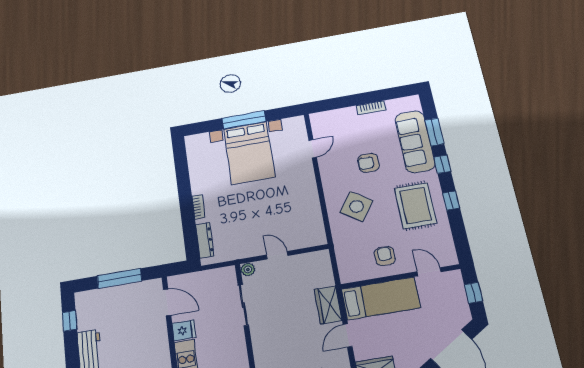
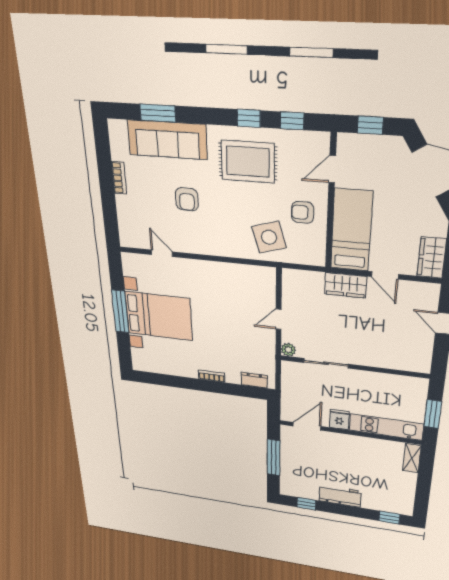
window: (442, 164) -> (292, 121), moved
side table: (356, 207) -> (269, 237), moved, turned 38
dresser: (205, 240) -> (254, 380), width x0.70

